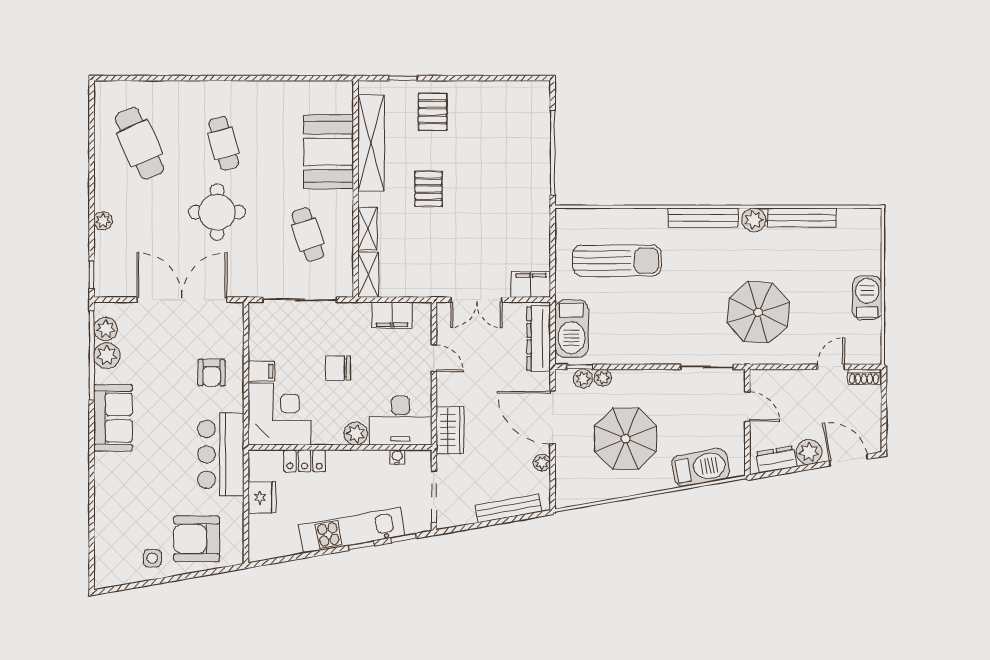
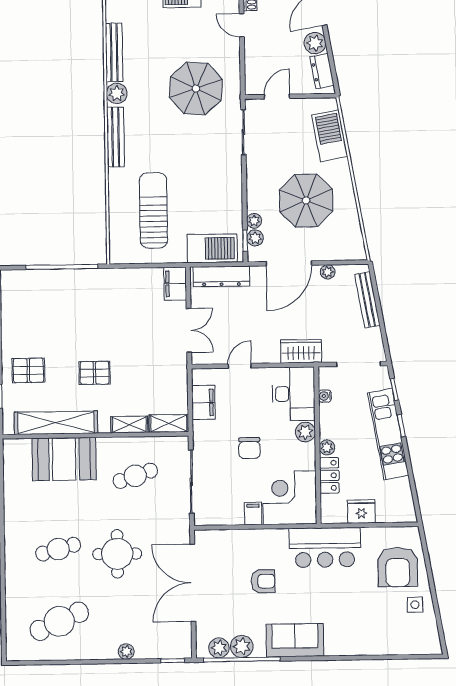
armchair: (212, 373) -> (263, 581), moved
plant: (337, 459) -> (327, 447), added

